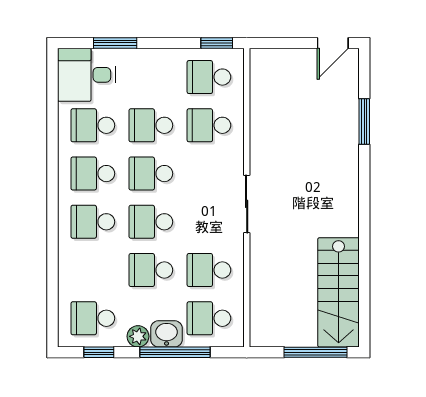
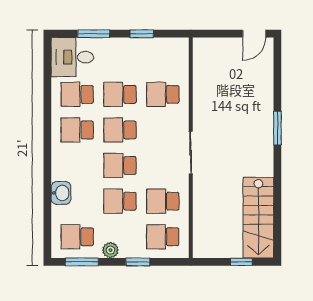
window: (217, 43) -> (142, 34), moved
school desk: (209, 77) -> (163, 59), removed
window: (364, 122) -> (277, 128), moved
school desk: (93, 222) -> (77, 166), removed
washbasin: (167, 334) -> (61, 193), moved, turned 90
window: (99, 352) -> (82, 262), width x1.50
window: (175, 352) -> (138, 262), width x0.46
window: (315, 352) -> (241, 262), width x0.46

